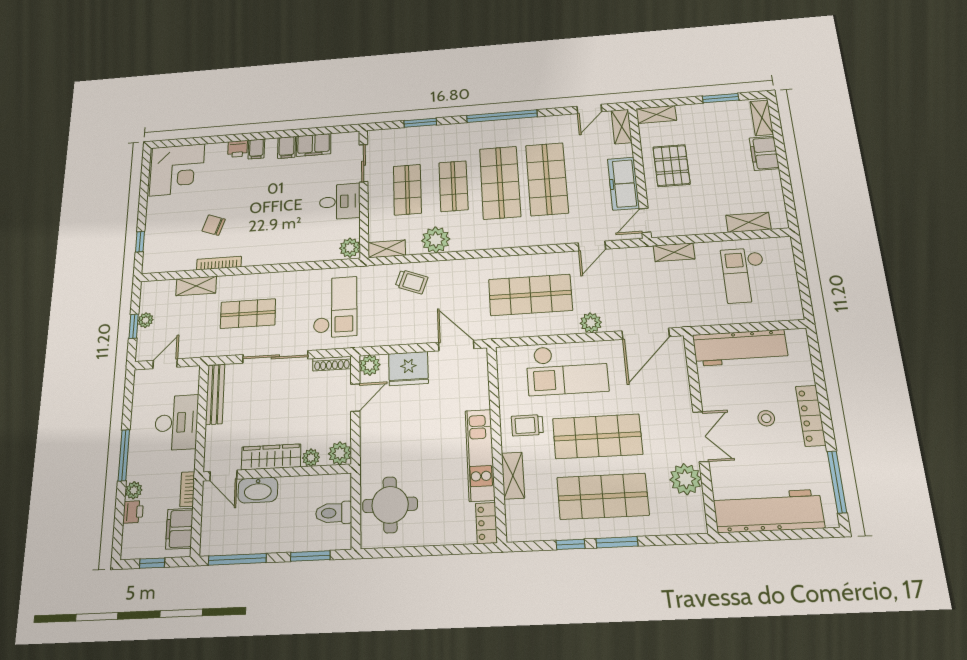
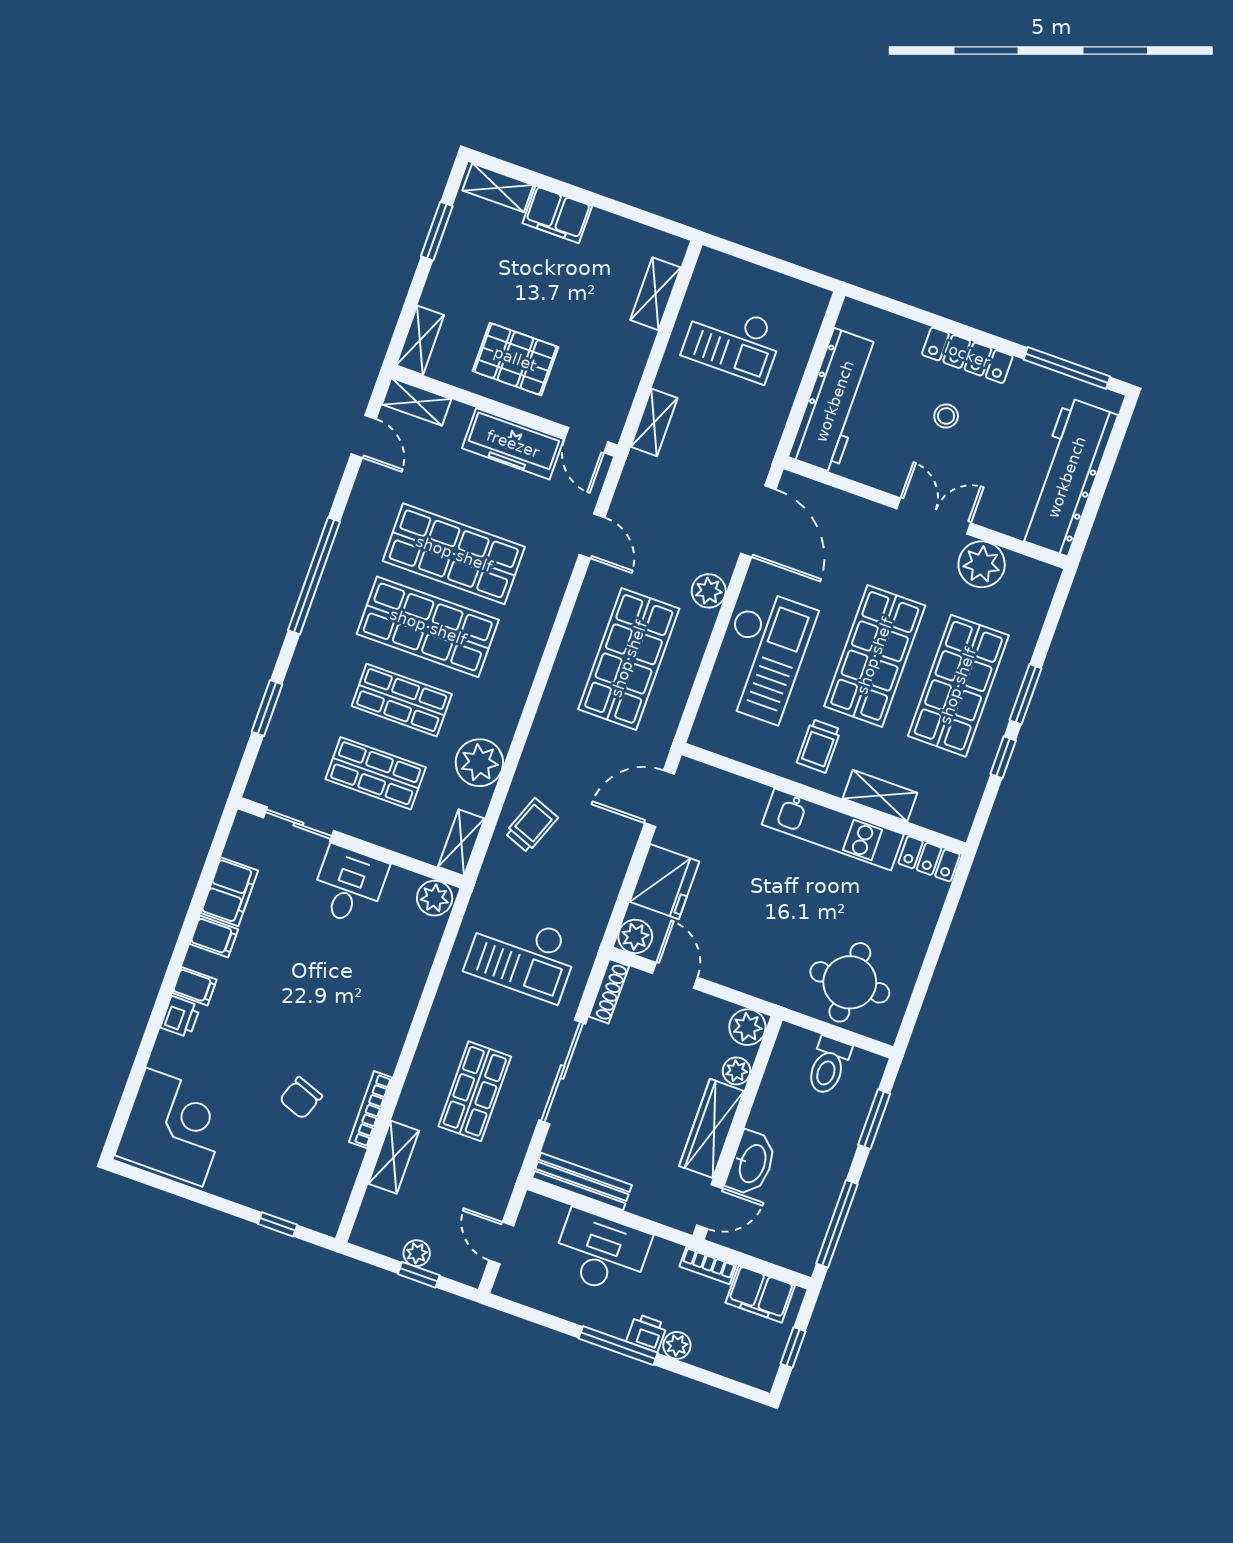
checkout: (335, 307) -> (522, 955), turned 180
printer: (133, 512) -> (647, 1333), moved

